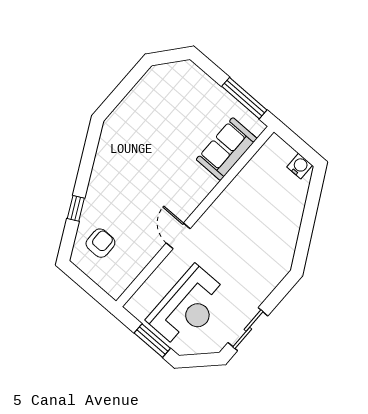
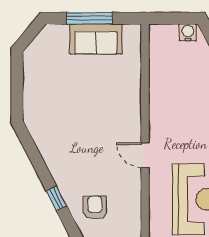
window: (244, 98) -> (90, 18), moved
sofa: (227, 149) -> (96, 39), moved, turned -90

